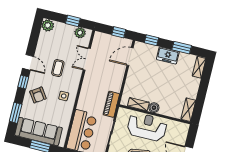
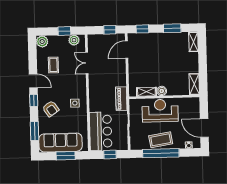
freezer: (168, 55) -> (161, 39), removed
coffee table: (58, 68) -> (53, 65), moved

